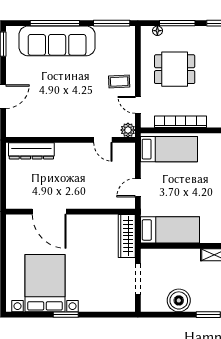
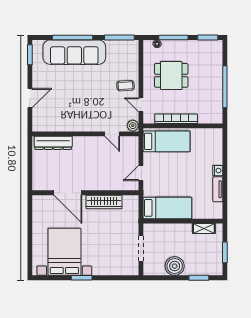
wardrobe: (127, 236) -> (104, 202), moved, turned -90

